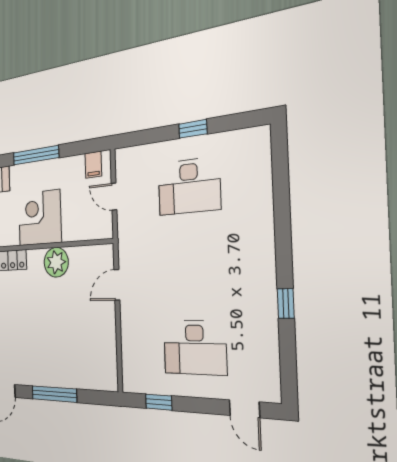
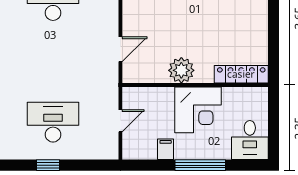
filing cabinet: (93, 165) -> (166, 149), moved
door: (114, 197) -> (120, 121), hinge flipped

